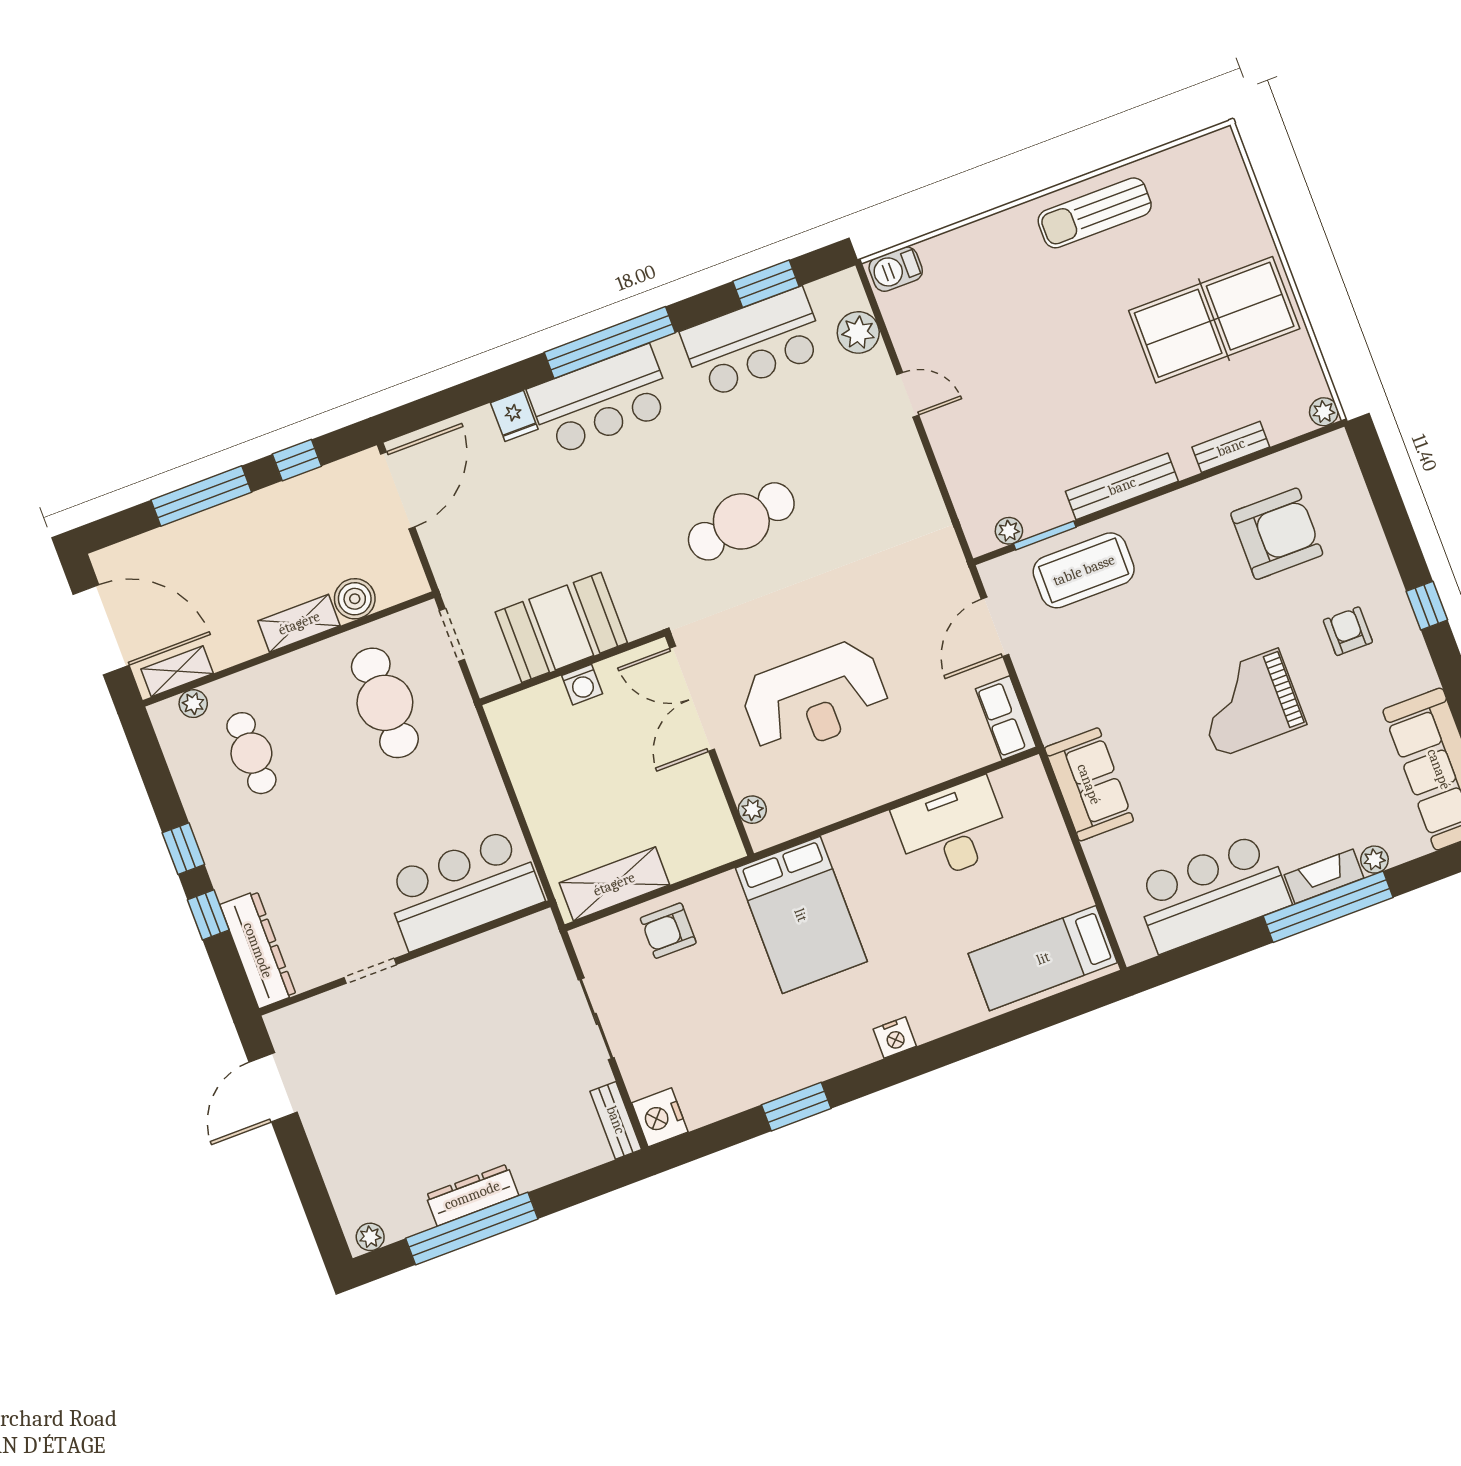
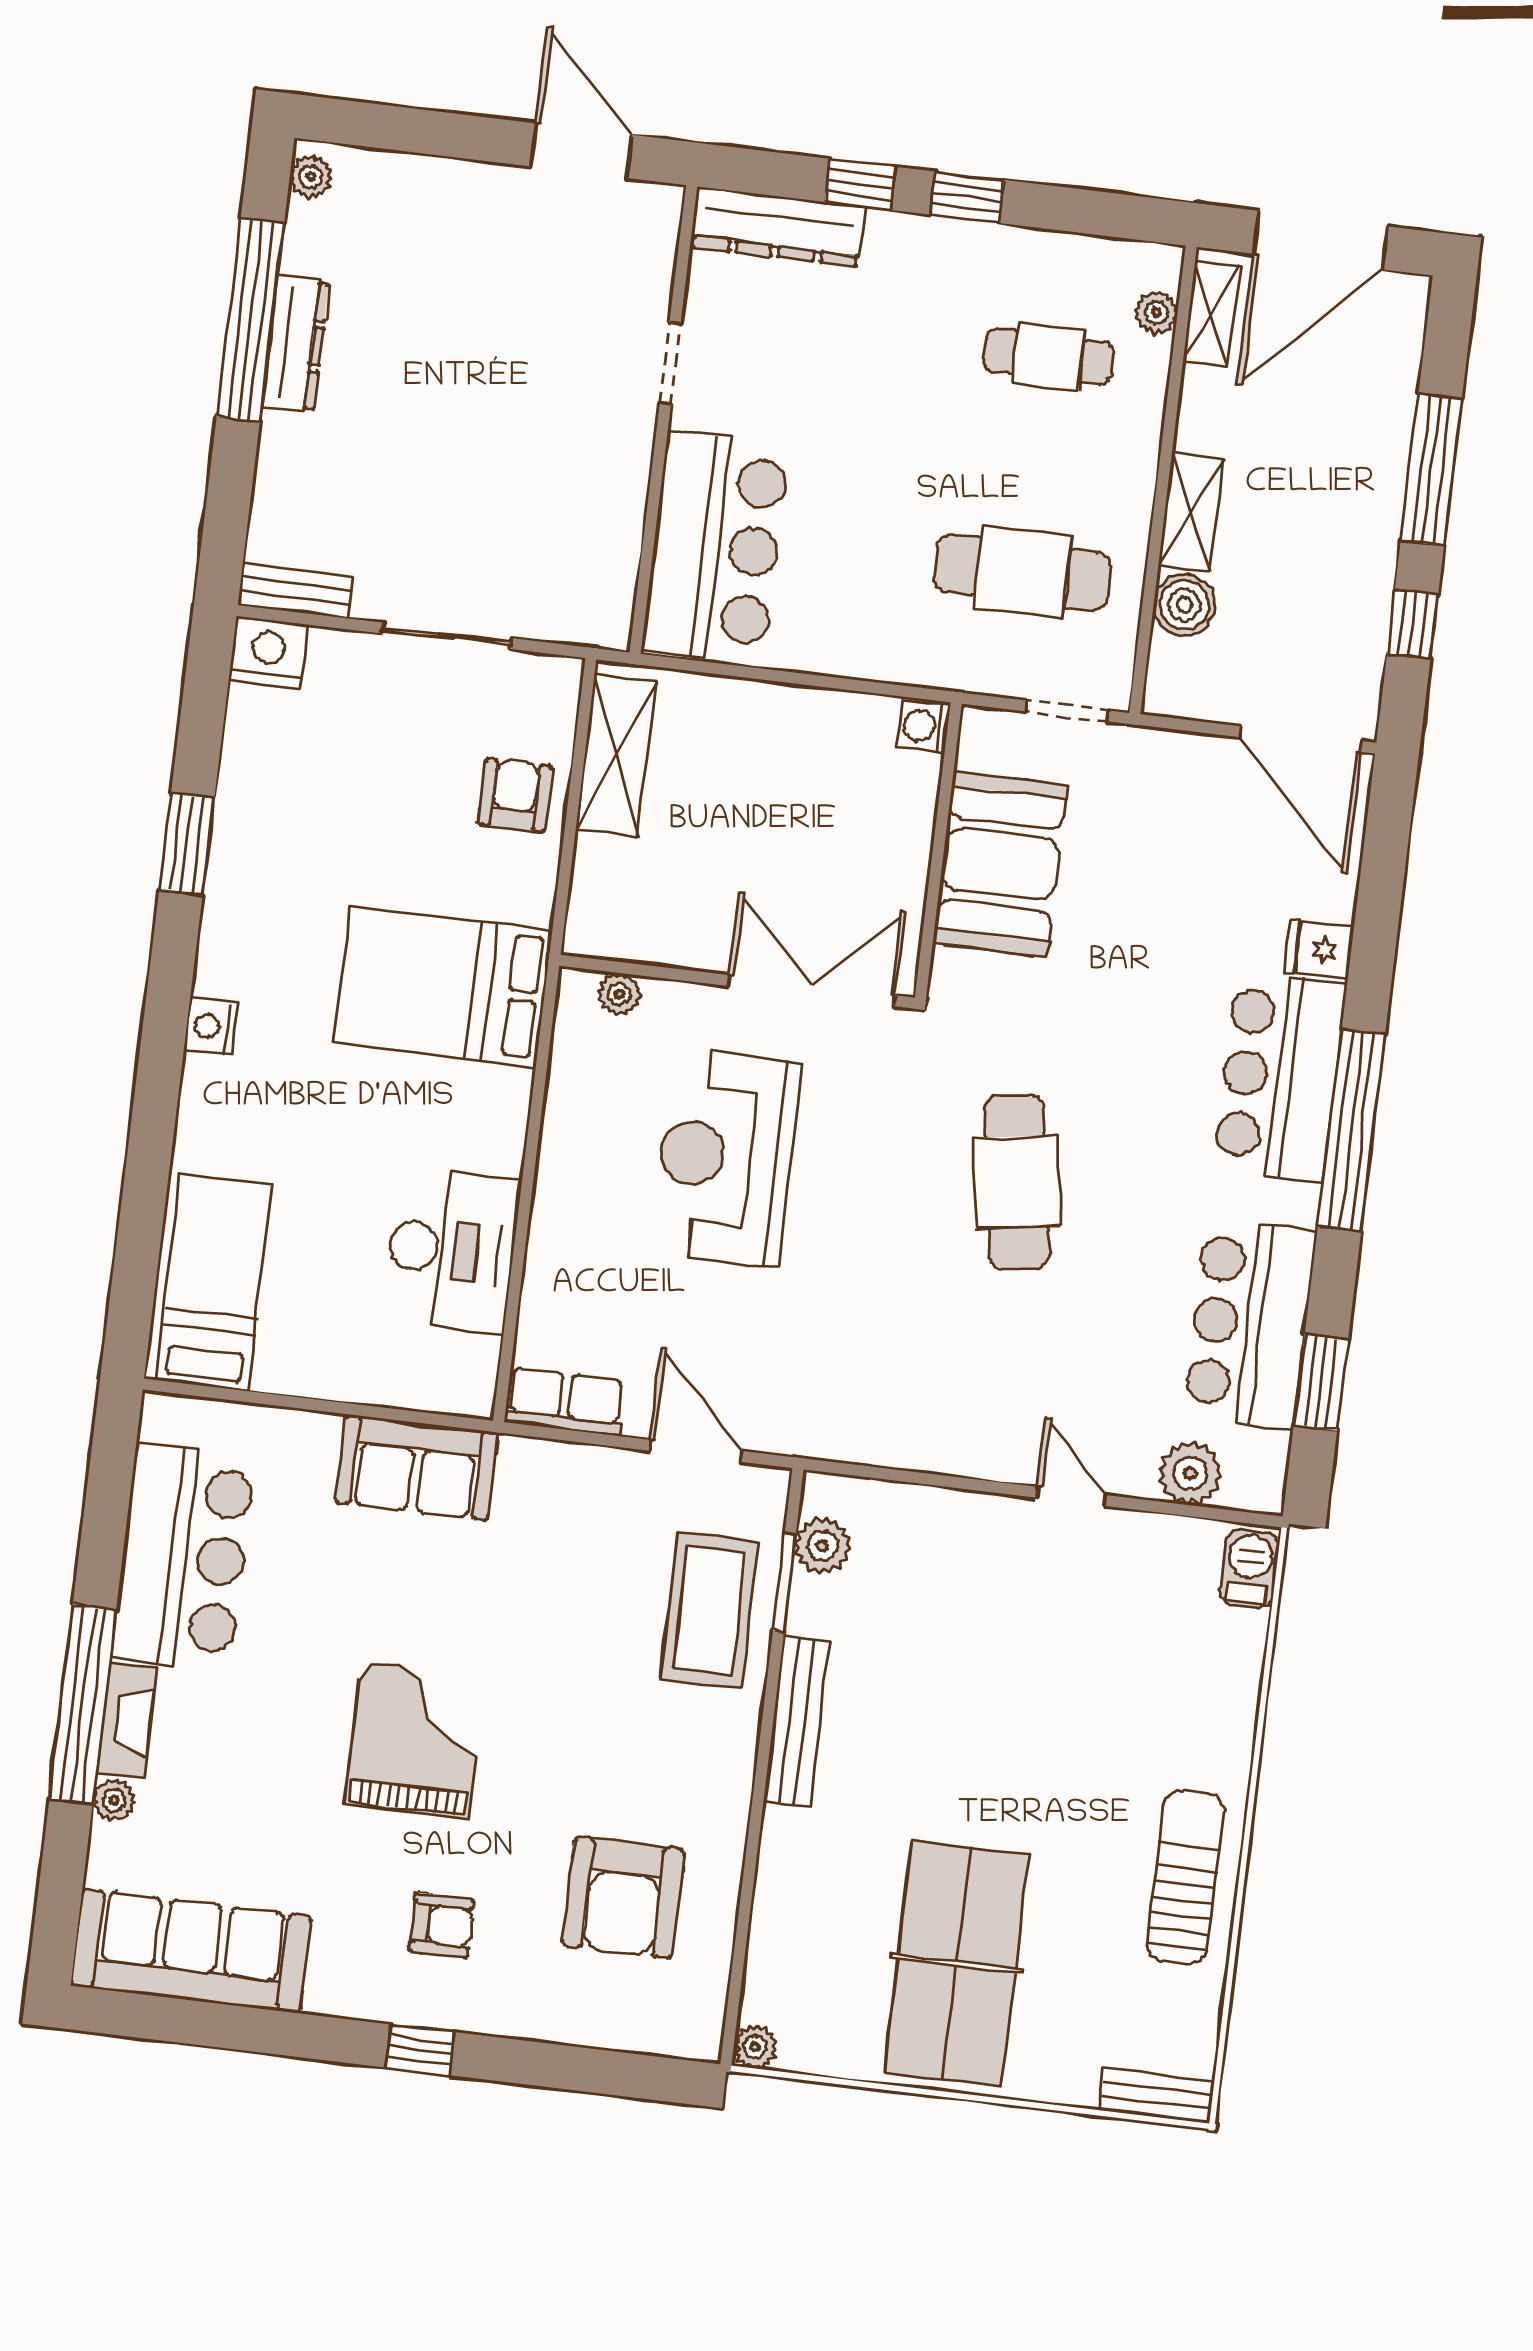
door: (908, 395) -> (1071, 1496), swing flipped
bench: (1231, 447) -> (1157, 2096), moved, turned 90
plant: (1009, 531) -> (823, 1546), width x1.38, depth x1.38
washing machine: (582, 685) -> (923, 726), moved

